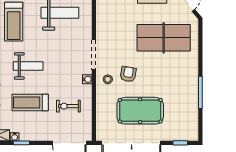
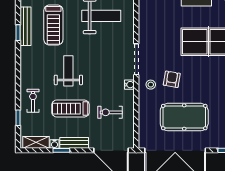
weight bench: (28, 66) -> (68, 71), turned -90
bench: (34, 136) -> (74, 143), added

